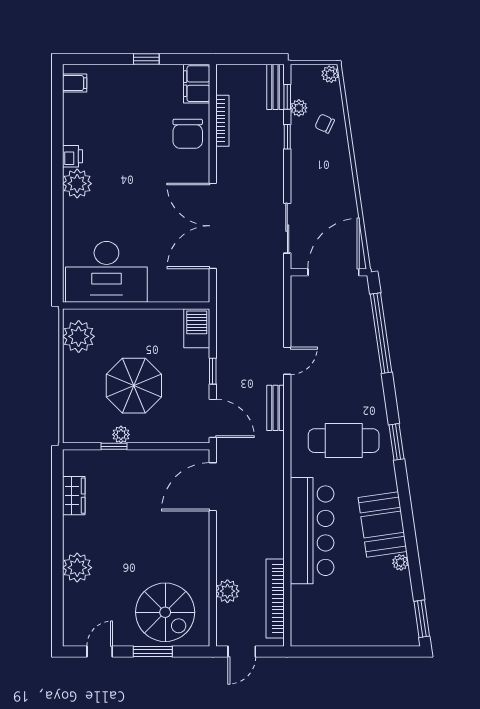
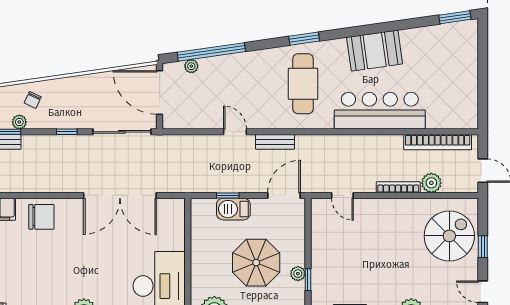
bookcase: (222, 121) -> (398, 187), moved
window: (287, 137) -> (67, 132), moved
sliding door: (287, 228) -> (122, 132), width x1.37
barbecue: (197, 328) -> (233, 209), moved
window: (213, 371) -> (228, 195), moved
door: (213, 487) -> (342, 195), width x0.53
plant: (400, 562) -> (191, 66), moved
window: (153, 651) -> (483, 247), width x0.67

